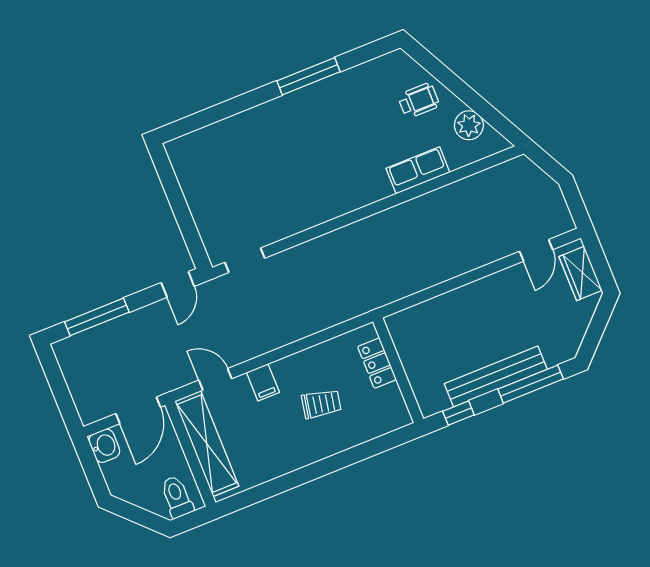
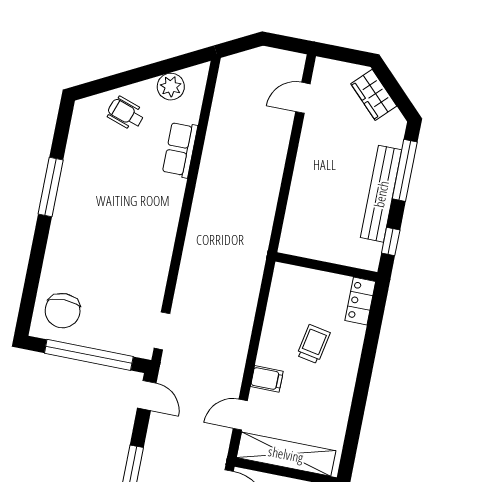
wheelchair: (419, 101) -> (126, 113), turned -71
chair: (205, 159) -> (63, 311), added
window: (180, 209) -> (89, 355), added
door: (536, 250) -> (303, 98), swing flipped
wardrobe: (581, 273) -> (374, 95), moved, turned 45
locker: (377, 363) -> (360, 301), moved, turned 90

